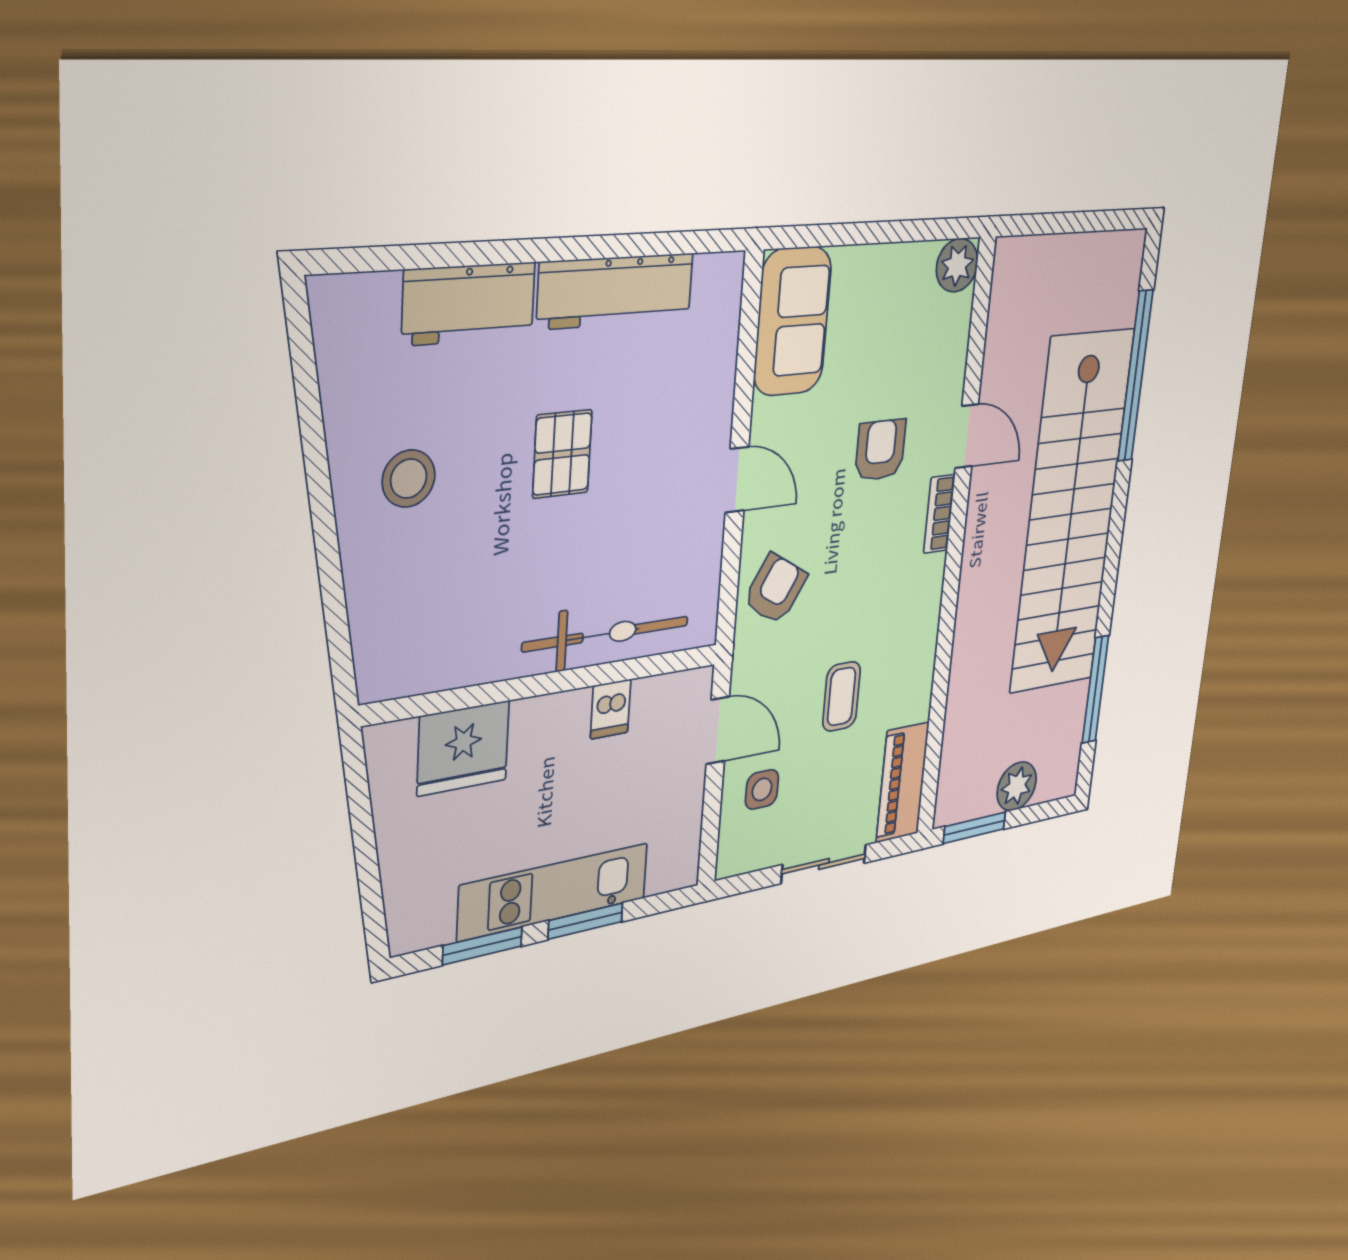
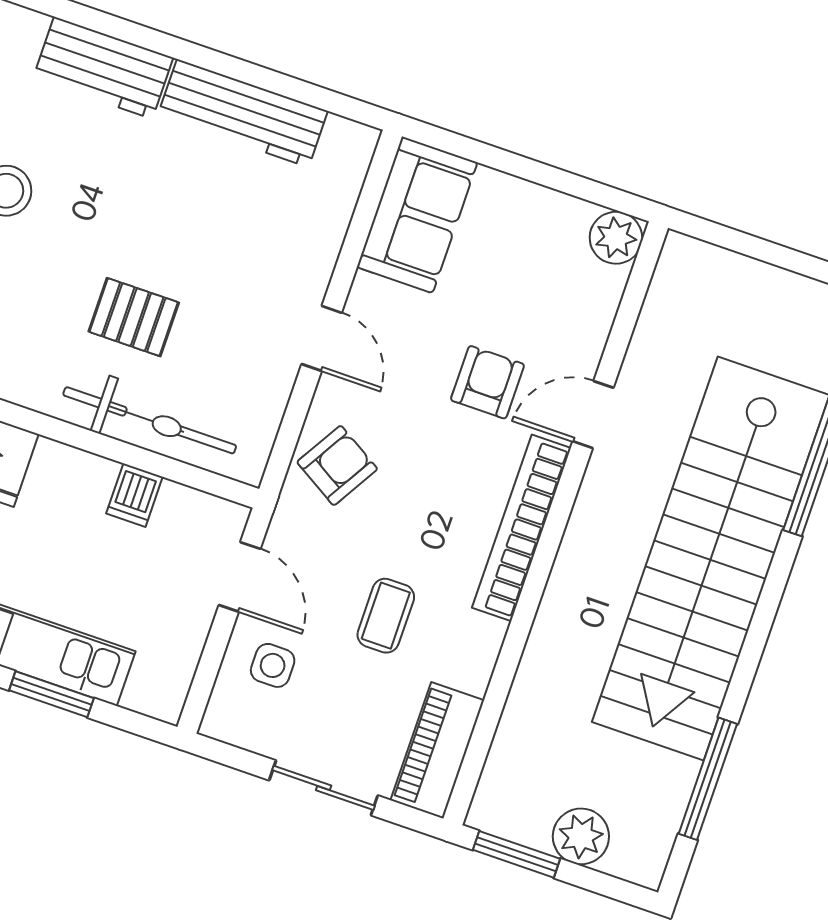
door: (967, 436) -> (593, 415), swing flipped
pallet: (562, 454) -> (134, 317), moved, turned 90
bookcase: (939, 514) -> (522, 528), width x2.31, depth x1.31

